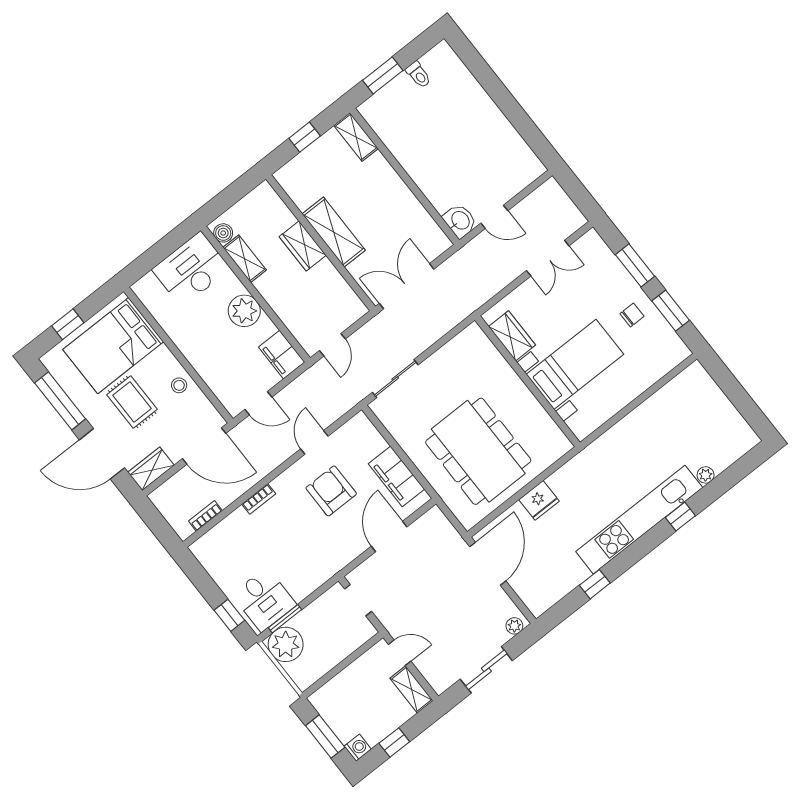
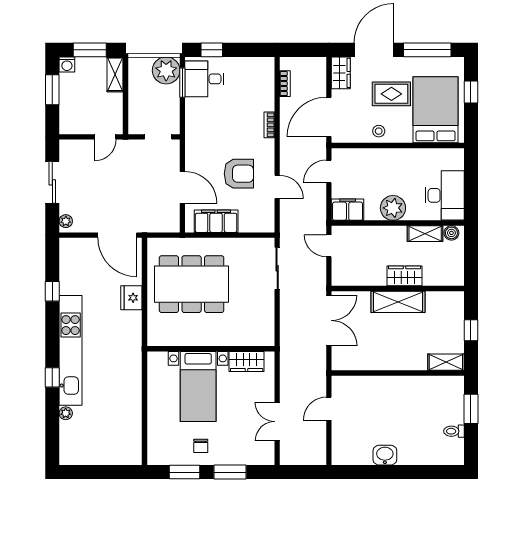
washbasin: (460, 221) -> (385, 455), moved, turned 180
shelving: (412, 689) -> (115, 74), moved, turned 90
window: (394, 742) -> (52, 90), width x1.50

